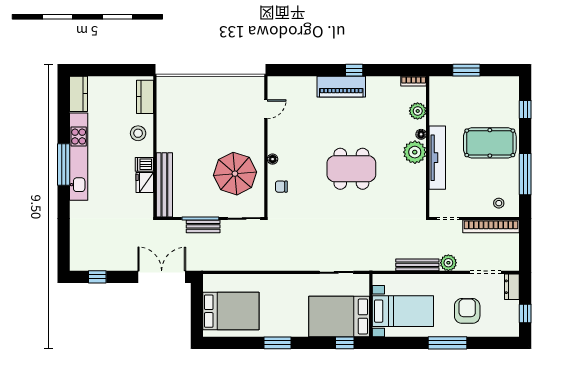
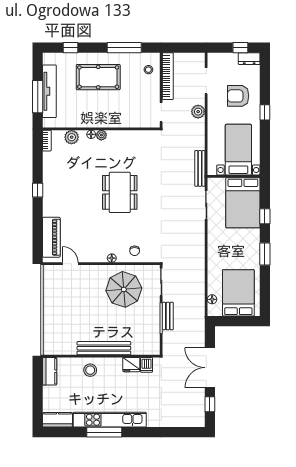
window: (466, 70) -> (38, 97), width x1.44
piano: (341, 87) -> (51, 237), moved
kitchen counter: (145, 97) -> (50, 371), moved, turned -90
pool table: (490, 143) -> (98, 77), turned 90
plant: (415, 152) -> (101, 135), width x0.53, depth x0.53
tv unit: (437, 158) -> (49, 91), moved, turned 90
dishwasher: (144, 164) -> (147, 365), moved
window: (64, 165) -> (104, 432), moved
bench: (164, 185) -> (104, 348), moved
bench: (417, 265) -> (200, 168), moved
double door: (162, 277) -> (210, 368), moved
floor lamp: (223, 280) -> (212, 299), added
dresser: (512, 287) -> (249, 59), moved
window: (345, 343) -> (265, 216), moved
window: (448, 343) -> (265, 112), width x0.46

